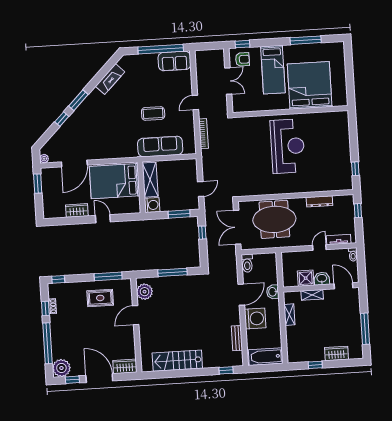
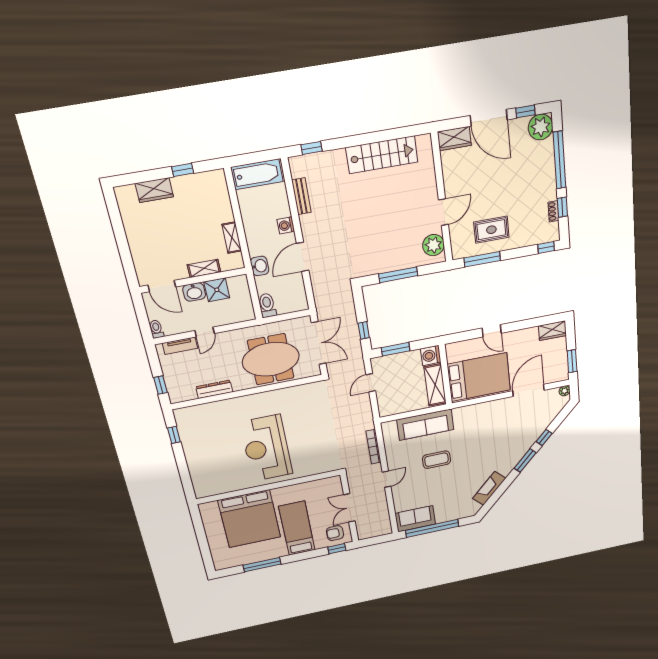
wardrobe: (77, 210) -> (552, 331), moved
toilet: (247, 263) -> (267, 305), moved
washing machine: (255, 319) -> (286, 225), width x0.53, depth x0.53
window: (365, 329) -> (119, 230), removed

